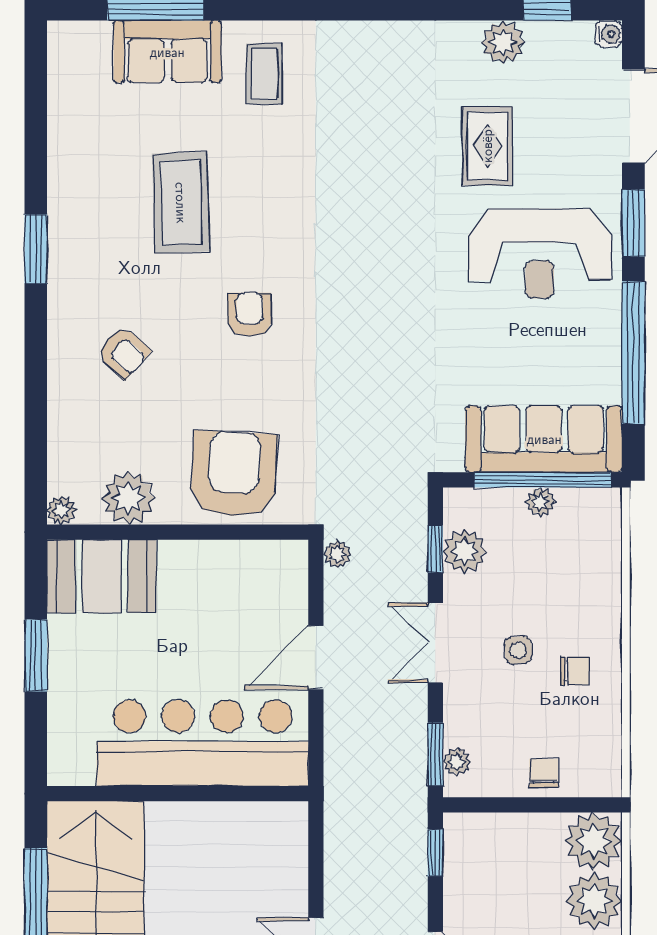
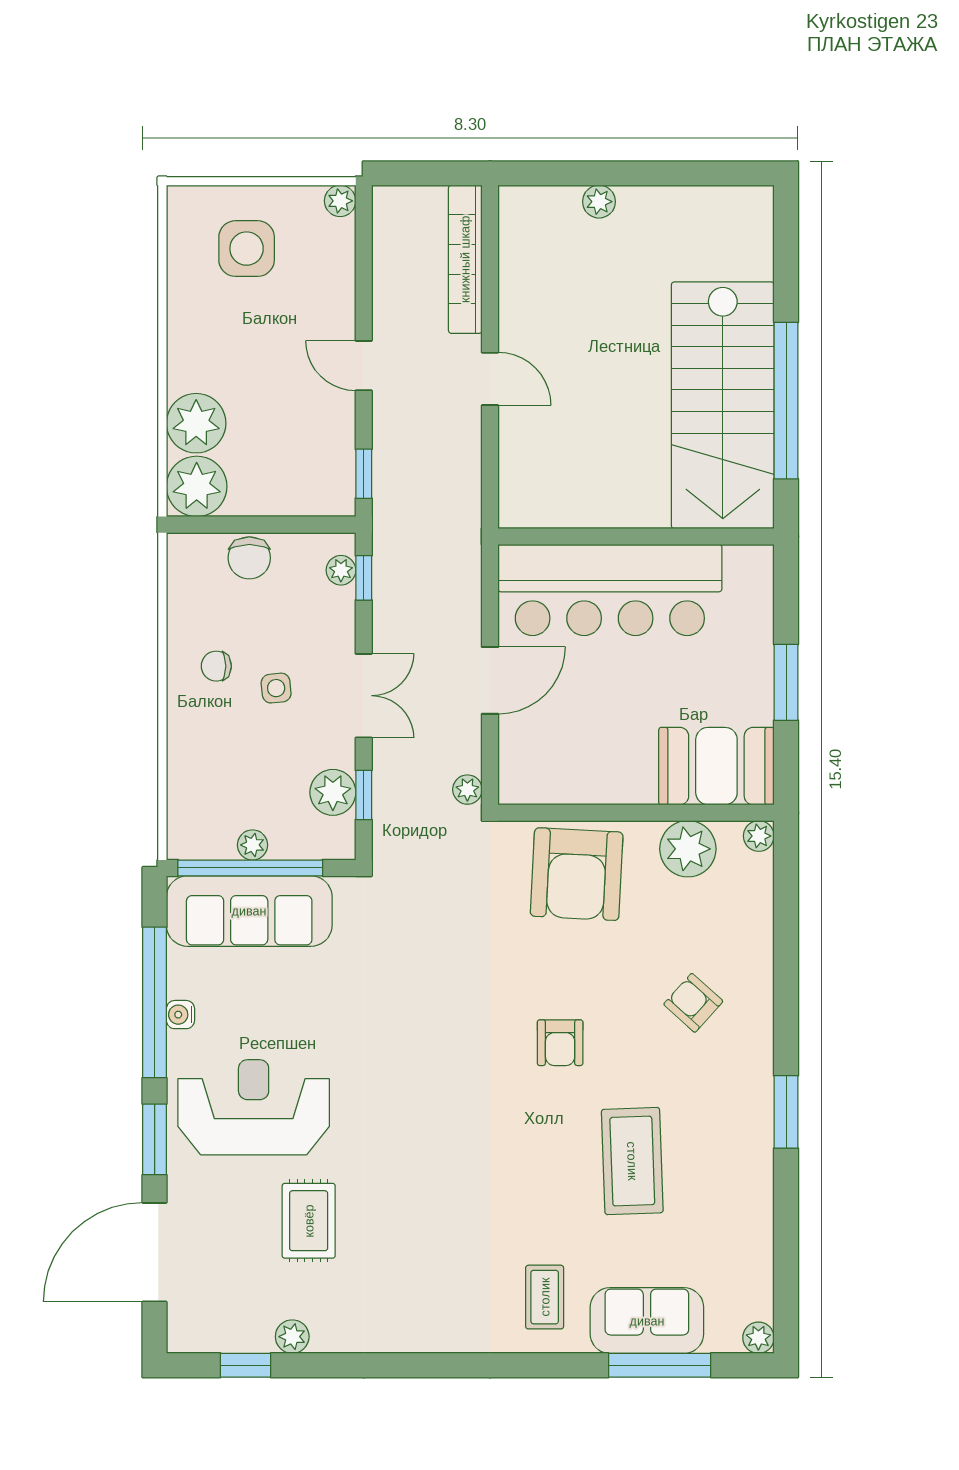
water cooler: (609, 34) -> (180, 1015), moved
plant: (62, 35) -> (758, 1338), added
plant: (503, 42) -> (292, 1337), width x0.73, depth x0.73
window: (435, 754) -> (364, 578), width x0.67
chair: (544, 773) -> (249, 558), width x1.37, depth x1.37

